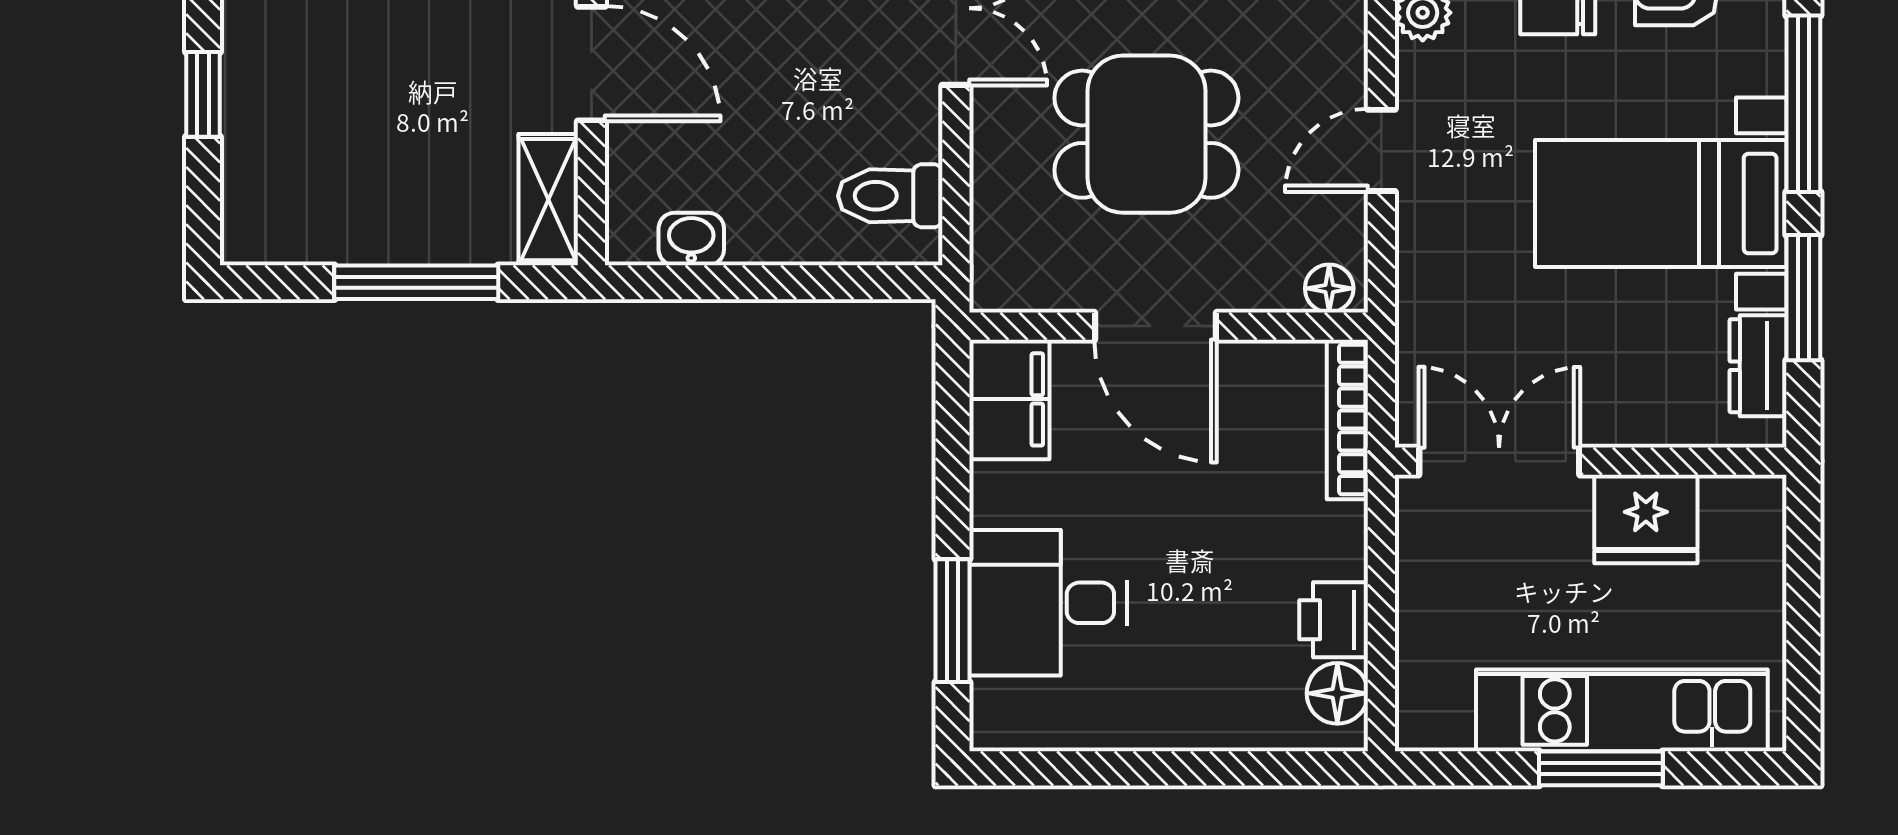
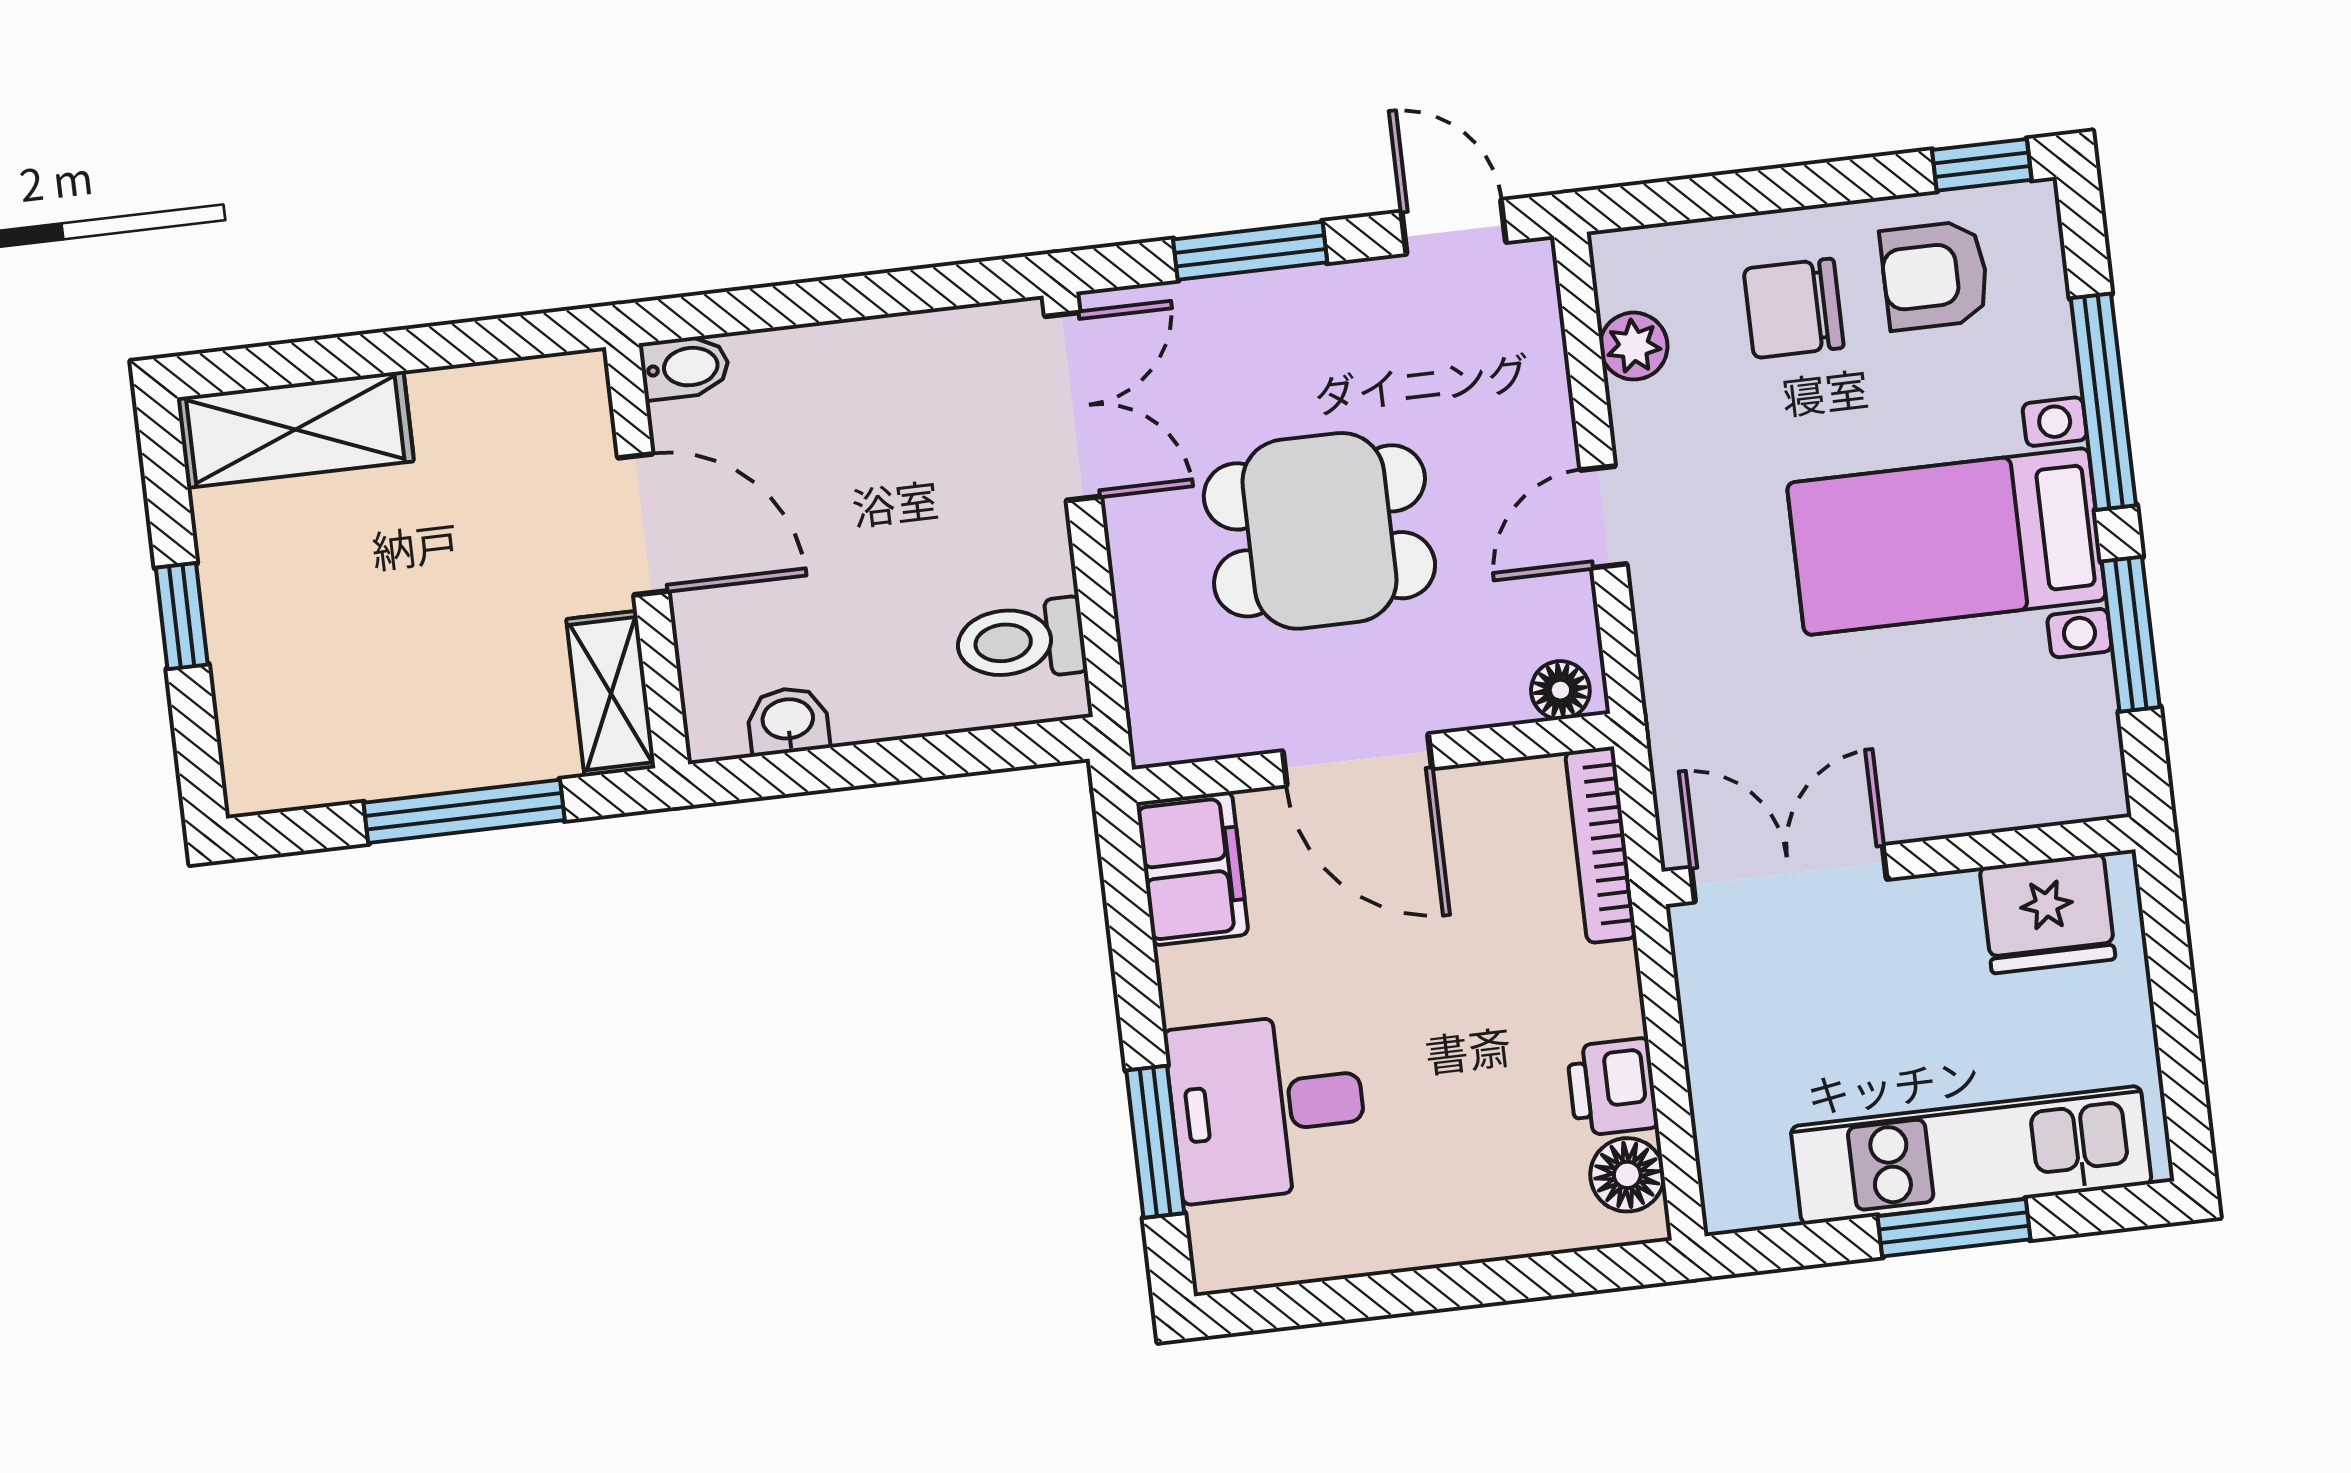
dresser: (1758, 366) -> (2086, 722), removed
fridge: (1646, 519) -> (2048, 913), moved

